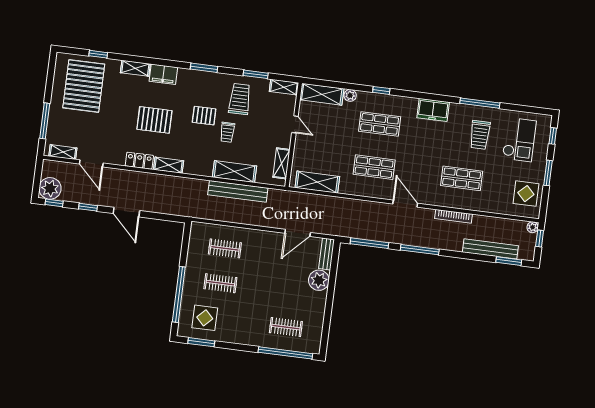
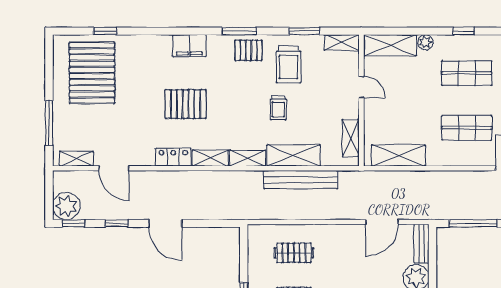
shelving: (135, 68) -> (248, 158), moved
trolley: (240, 99) -> (289, 64), turned 180
pallet: (204, 116) -> (248, 50), moved

